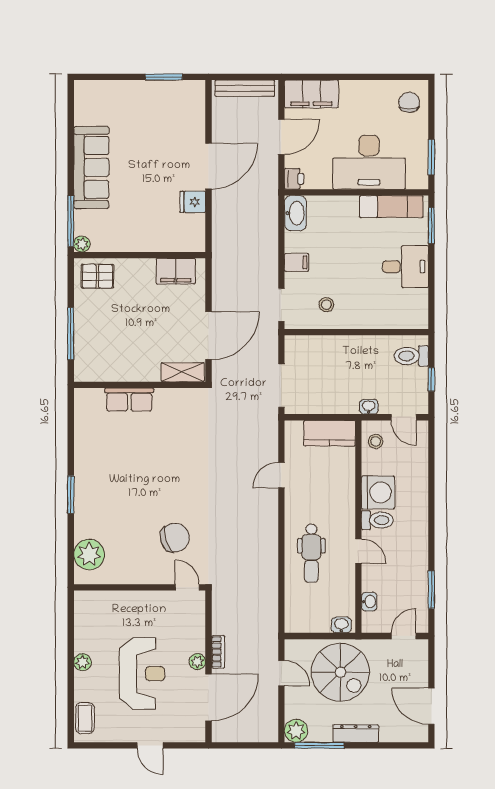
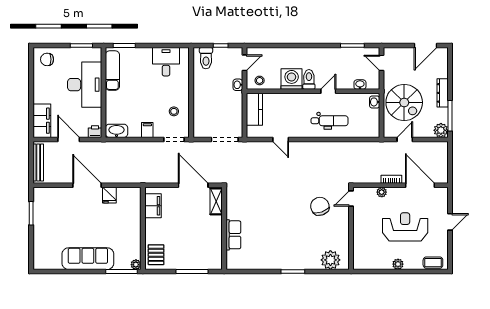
desk: (405, 267) -> (166, 62), moved
plant: (197, 662) -> (382, 192), moved
spiral stairs: (340, 672) -> (404, 102), turned 90

